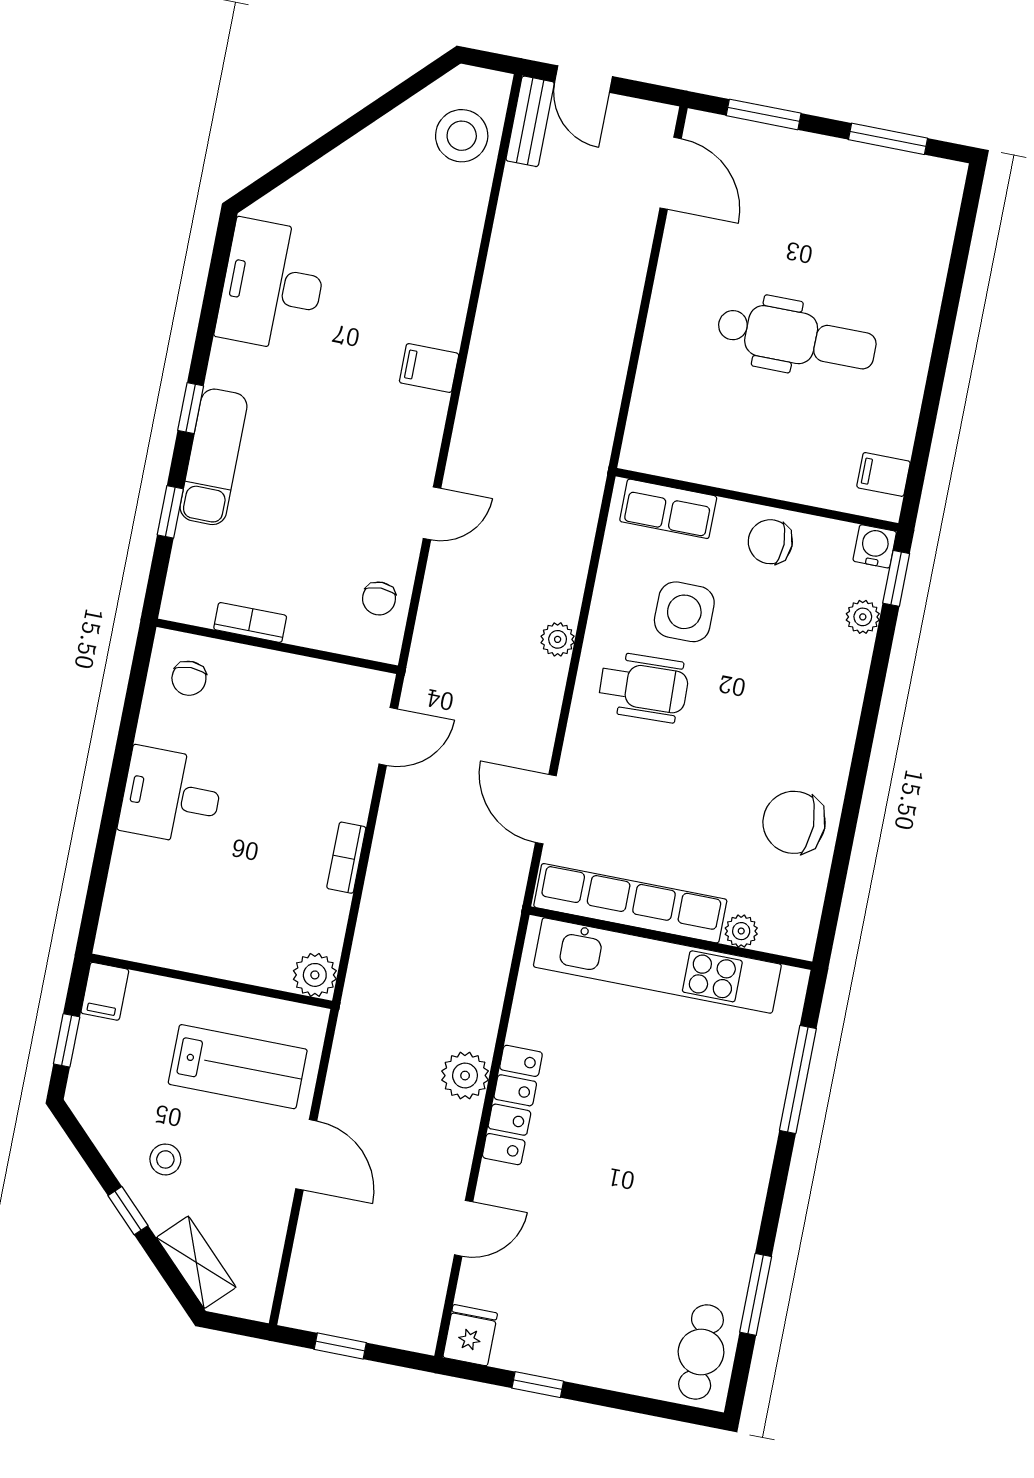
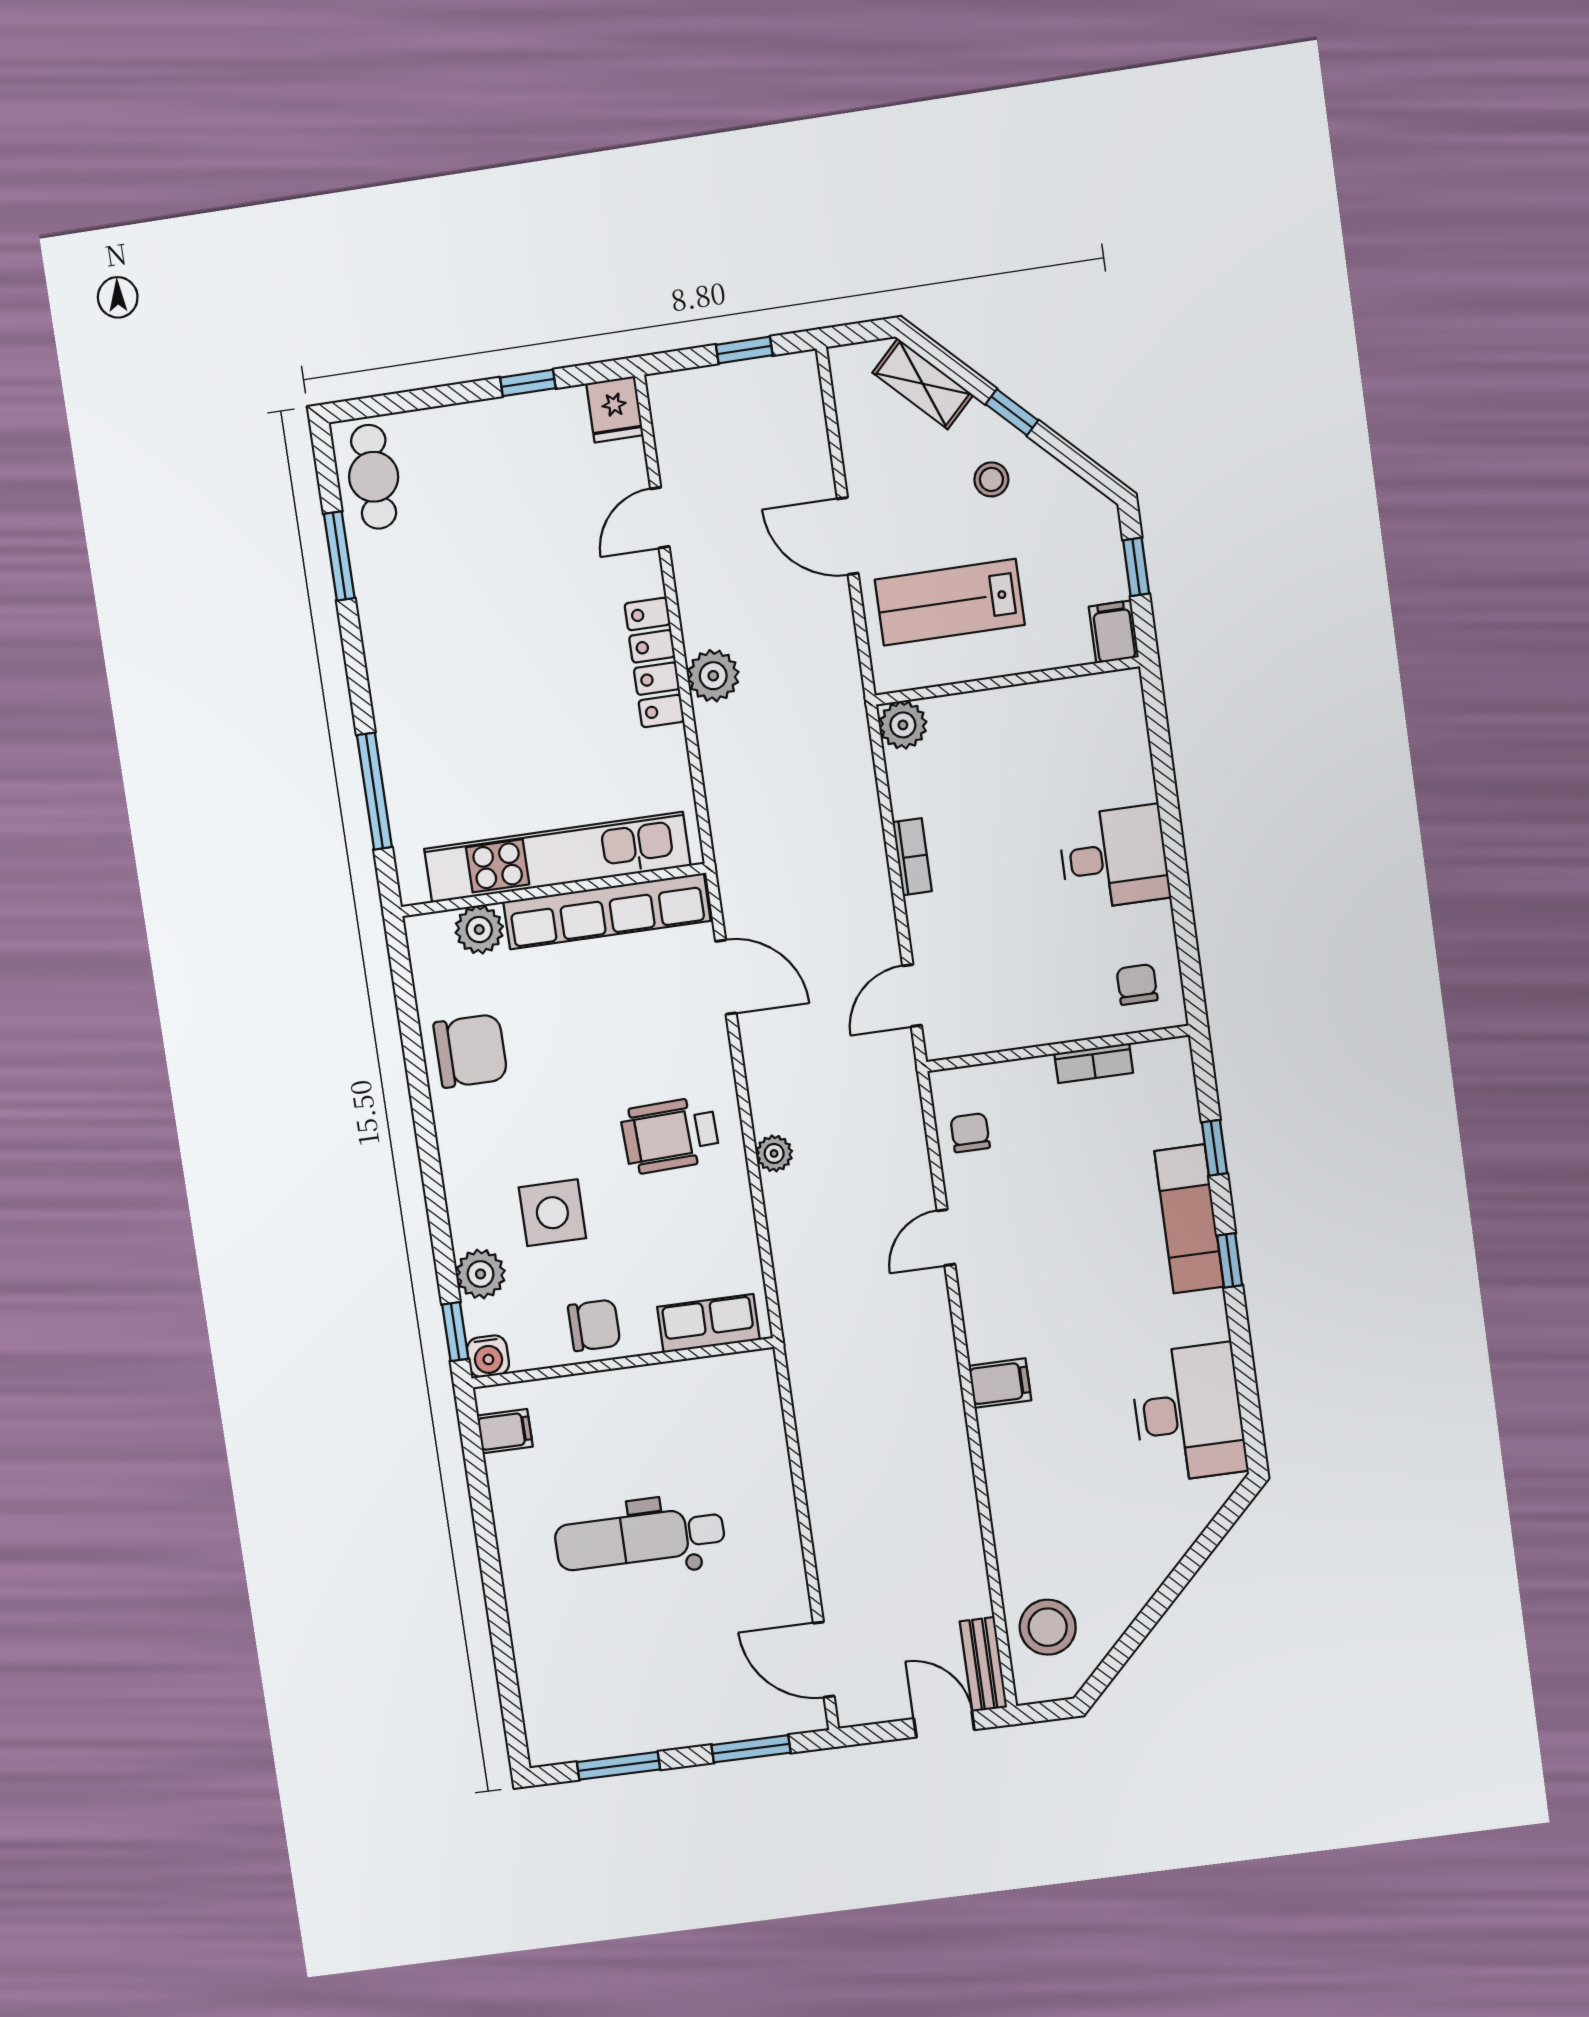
side table: (684, 612) -> (552, 1213), moved
plant: (863, 617) -> (481, 1274), width x1.38, depth x1.38
plant: (741, 931) -> (479, 930), width x1.38, depth x1.38

